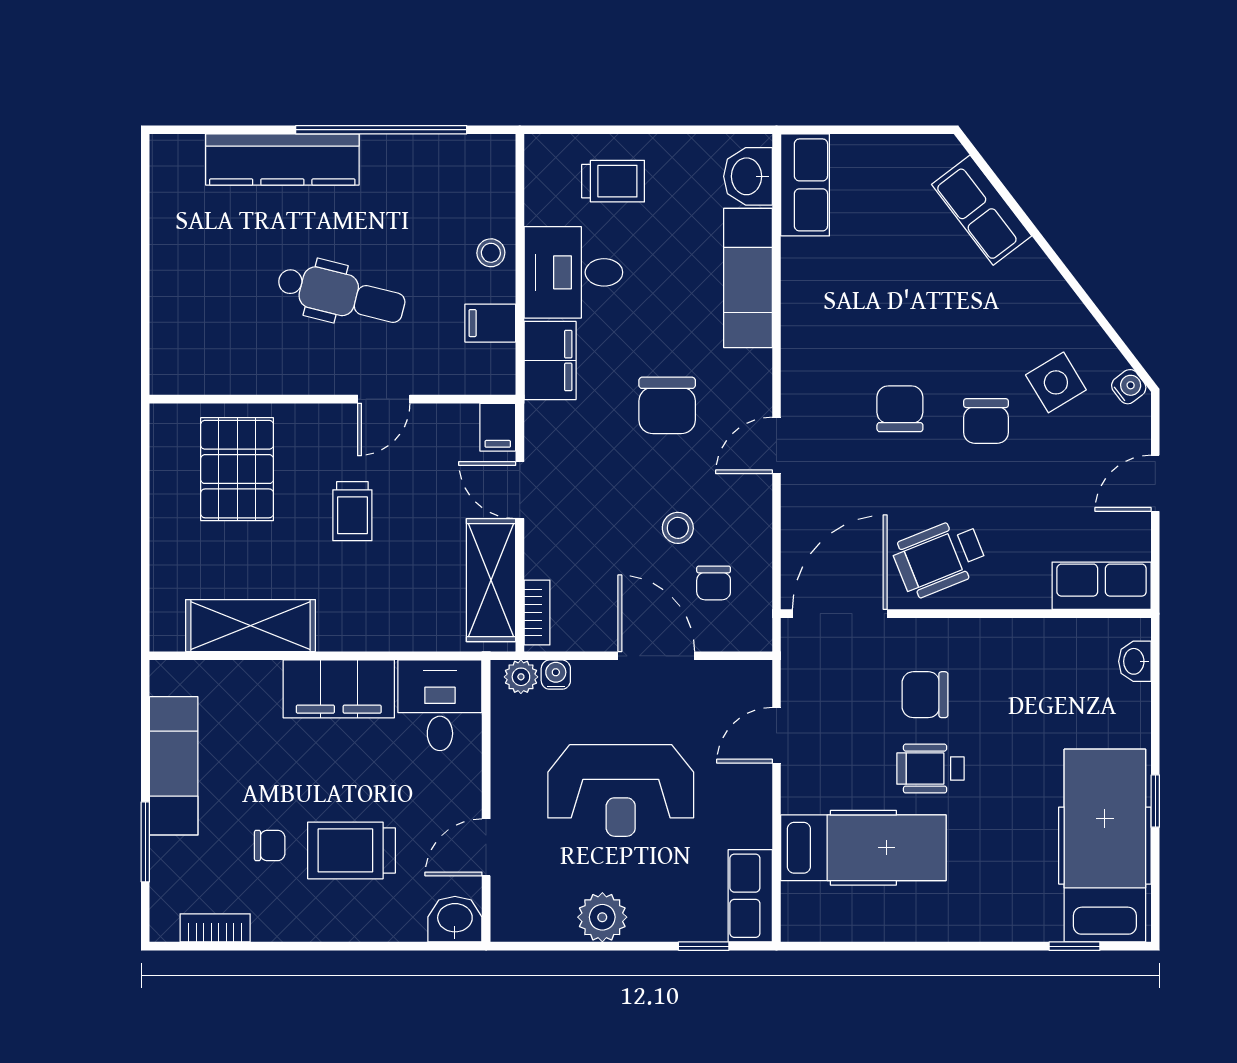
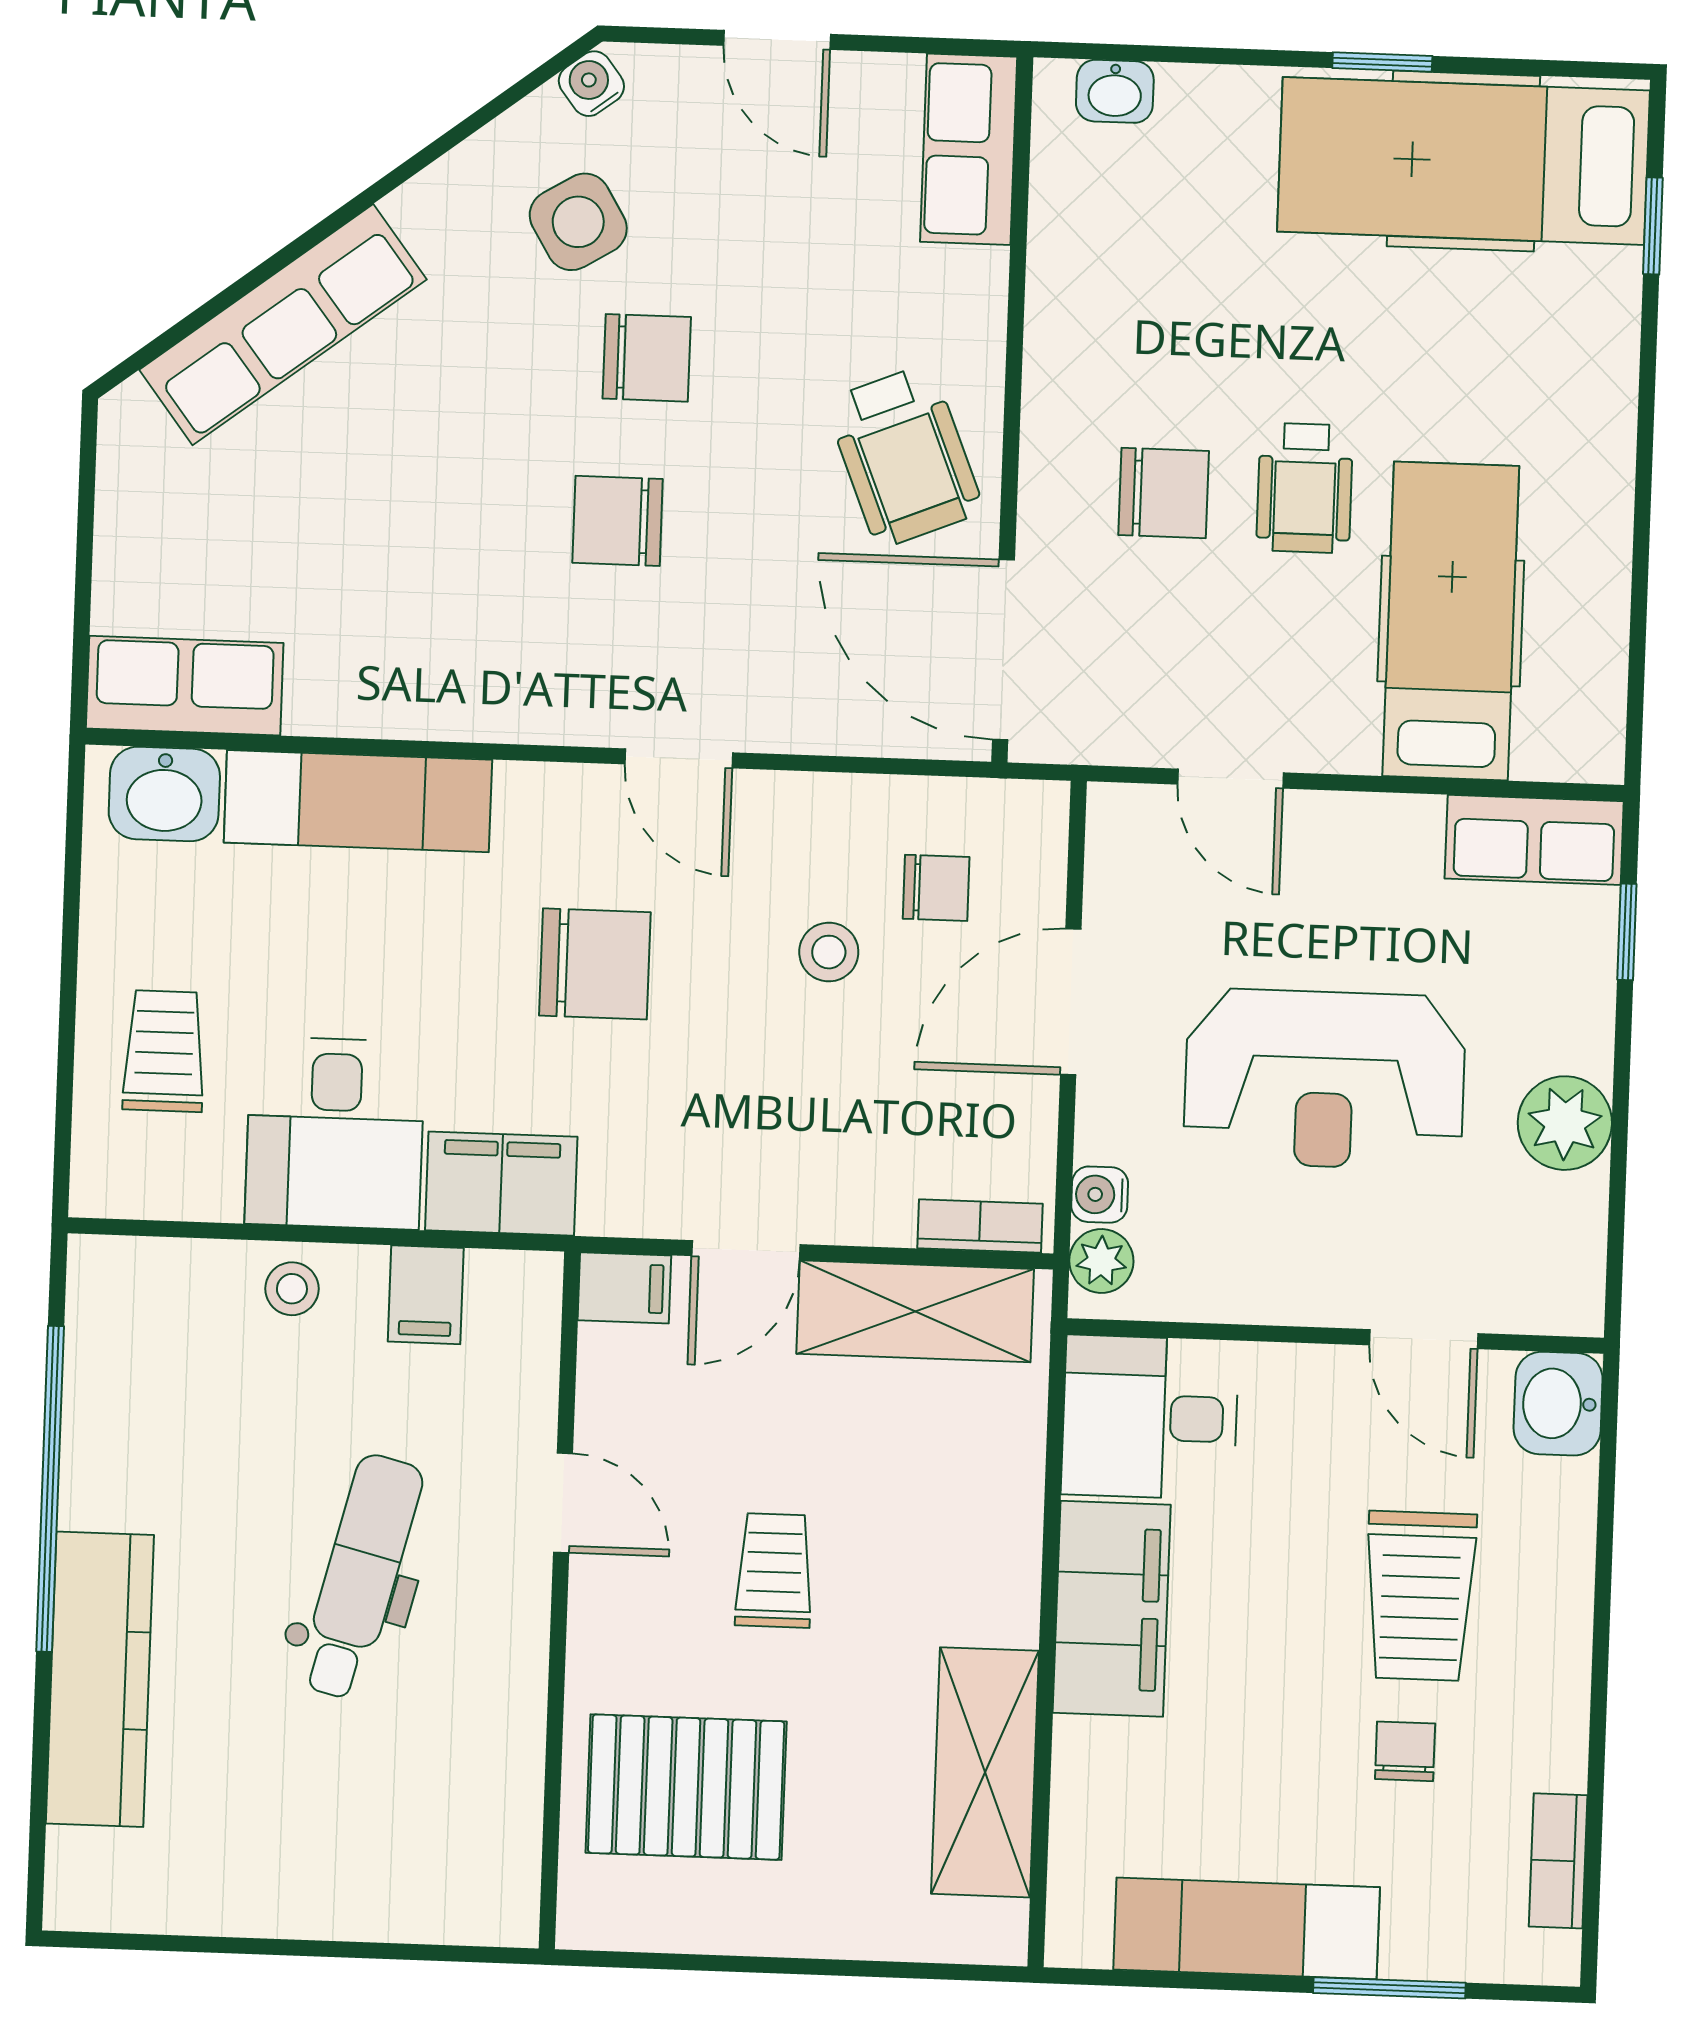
row of seats: (982, 210) -> (283, 325), width x1.48
trolley: (352, 511) -> (774, 1570), turned -90
chair: (925, 695) -> (1164, 493), turned -90
reception desk: (621, 790) -> (1325, 1079), turned 90

